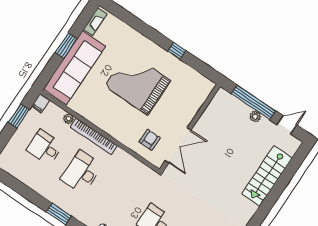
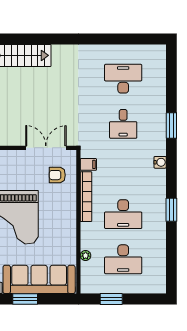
filing cabinet: (41, 103) -> (88, 164), moved
bookcase: (94, 136) -> (86, 197), moved
desk: (45, 147) -> (123, 259), width x1.37

